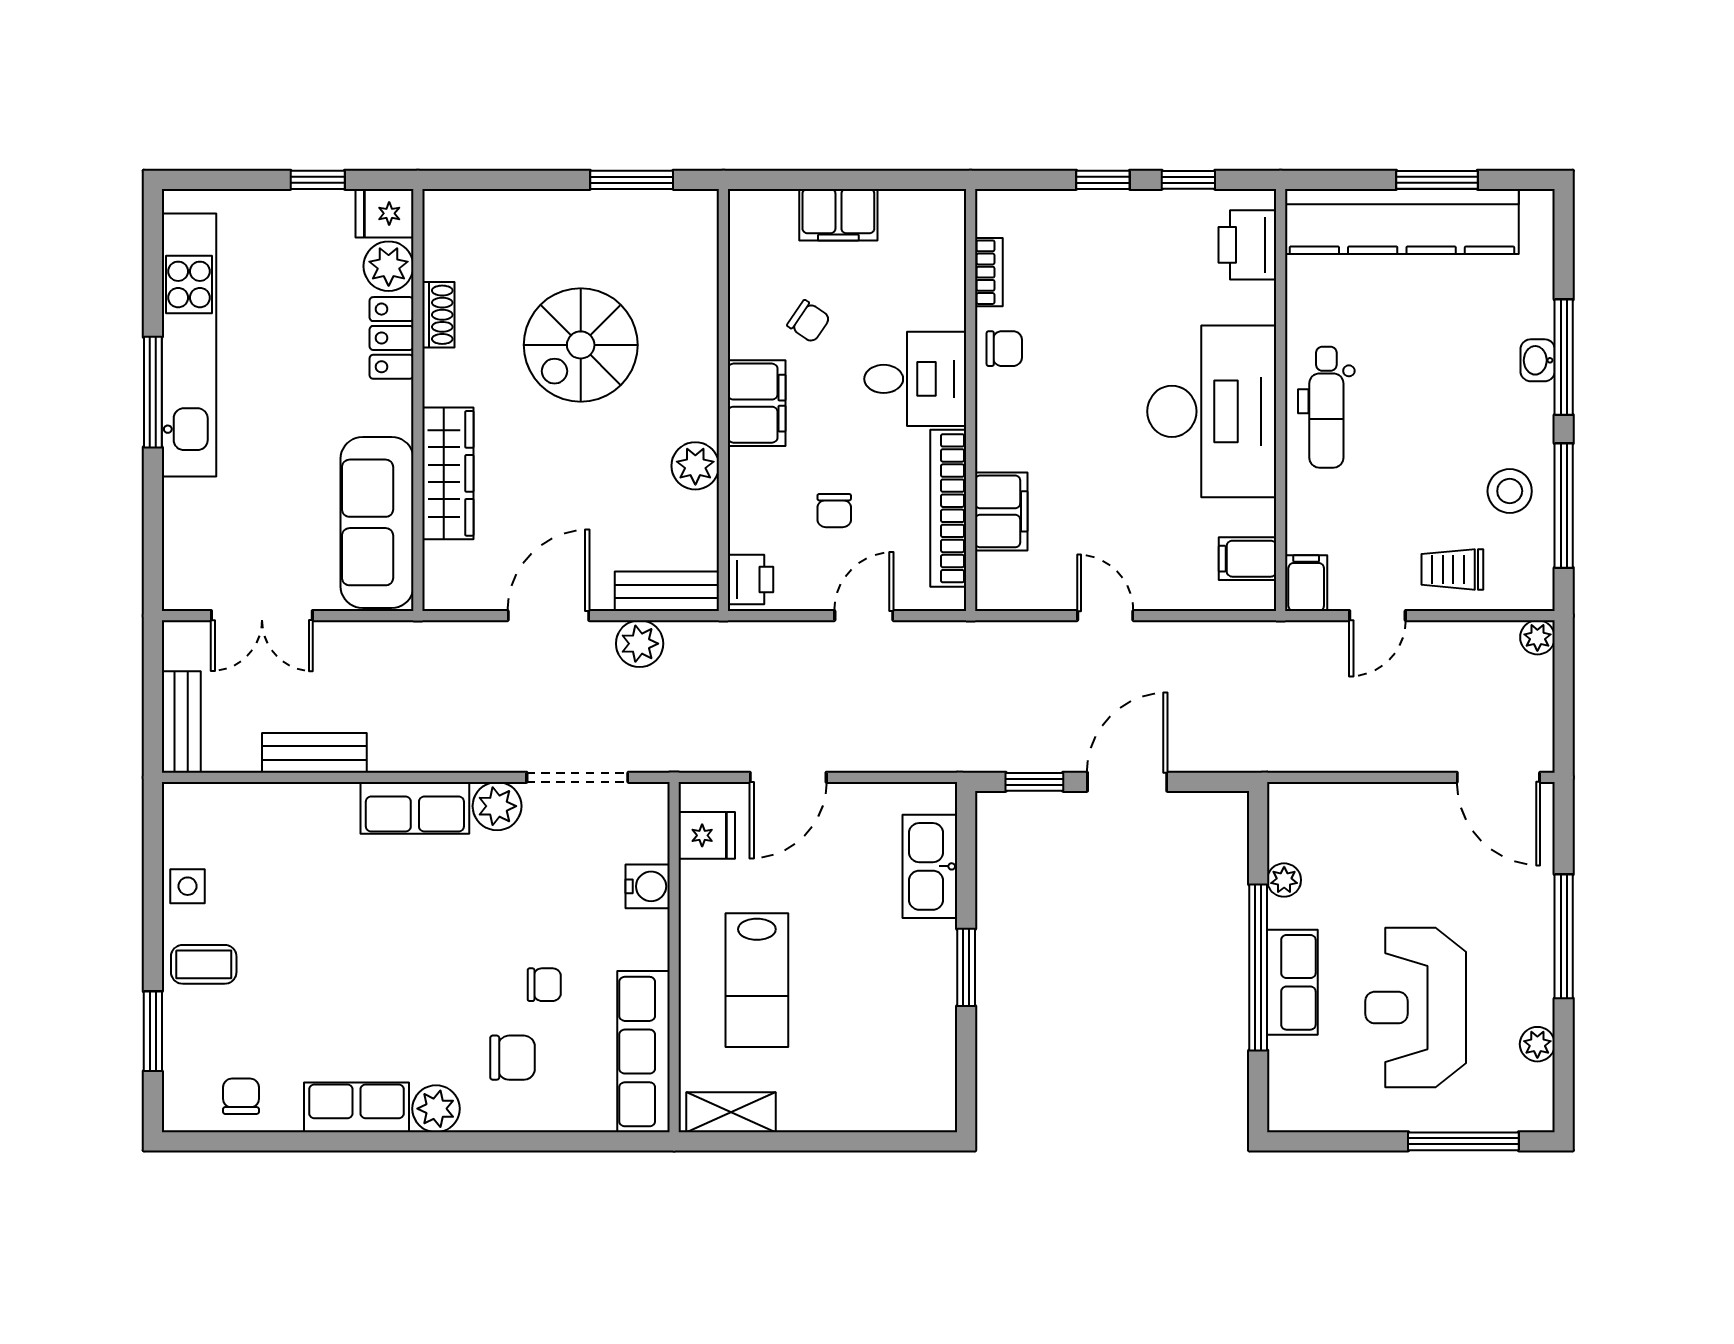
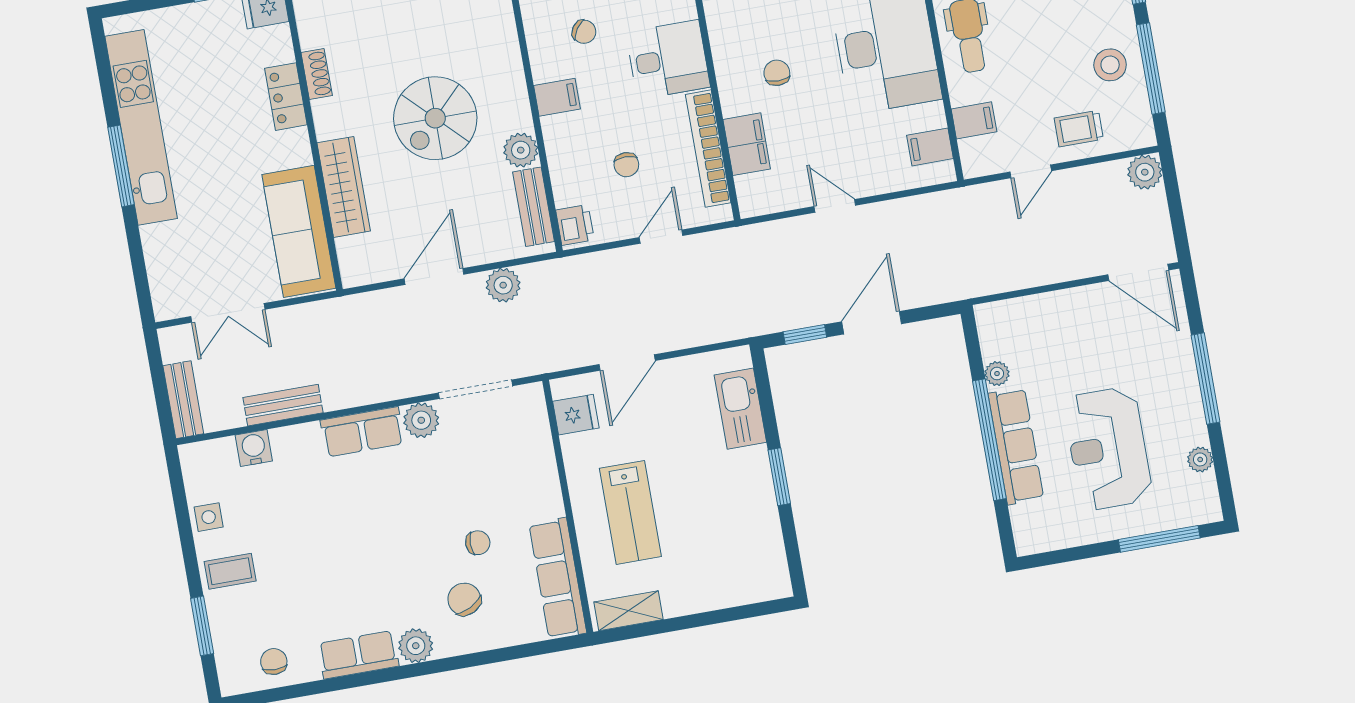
plant: (389, 266) -> (275, 45), removed
spiral stairs: (581, 345) -> (435, 118), moved
chair: (1004, 349) -> (777, 73), moved, turned -90
filing cabinet: (757, 403) -> (557, 97), width x0.50
filing cabinet: (1306, 583) -> (974, 120), moved, turned 90
bench: (667, 591) -> (534, 207), moved, turned 90
plant: (1537, 637) -> (1145, 172), width x1.38, depth x1.38
water cooler: (648, 886) -> (254, 448), moved, turned -90
row of seats: (1292, 982) -> (1016, 446), width x1.48
chair: (512, 1058) -> (464, 599), turned -117

